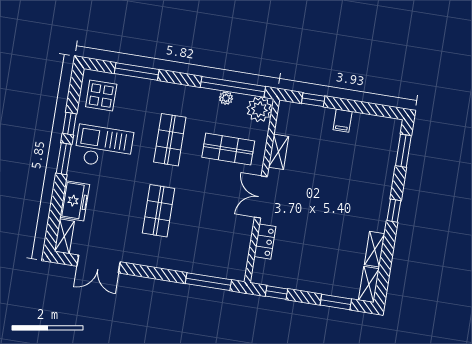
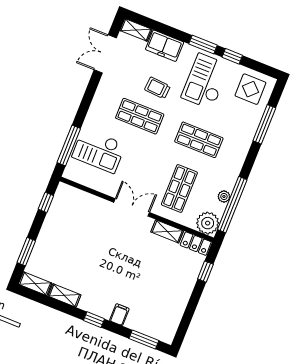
filing cabinet: (343, 121) -> (119, 315), moved, turned 90
checkout: (104, 147) -> (205, 81), turned 180
trolley: (123, 198) -> (157, 88), added
locker: (265, 242) -> (196, 244), moved
checkout: (207, 247) -> (99, 151), added

